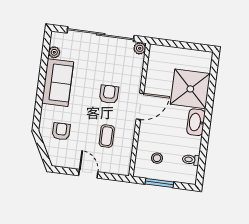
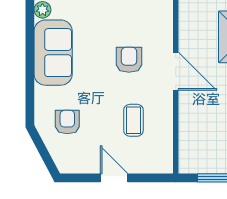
door: (140, 106) -> (176, 71), hinge flipped
stool: (157, 158) -> (210, 143), removed

